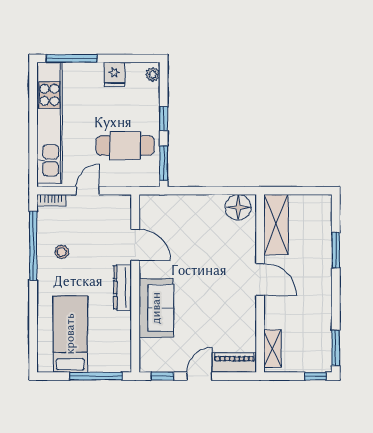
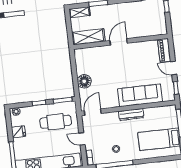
cafe table: (125, 146) -> (56, 122), turned 90
floor lamp: (238, 207) -> (84, 81), moved
door: (135, 245) -> (93, 112), moved
sofa: (156, 308) -> (140, 95), width x1.36
shelving: (272, 348) -> (80, 12), moved

